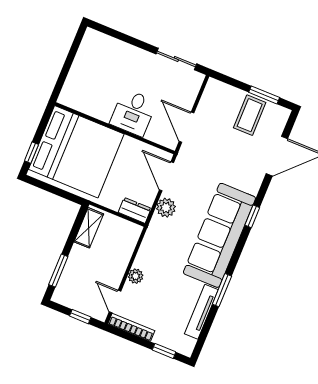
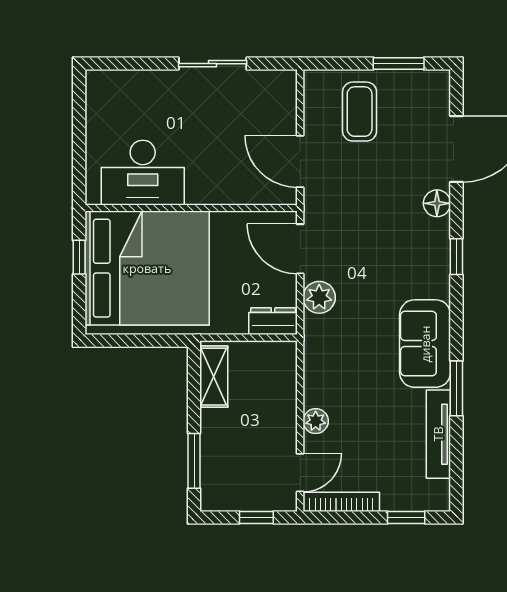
sliding door: (176, 59) -> (213, 64), moved
desk: (133, 113) -> (143, 173), moved, width x1.37
coffee table: (250, 115) -> (360, 112), moved
window: (31, 153) -> (79, 257), moved
floor lamp: (254, 182) -> (437, 203), added
sofa: (219, 235) -> (425, 344), width x0.54, depth x0.79
door: (115, 302) -> (300, 473), swing flipped

